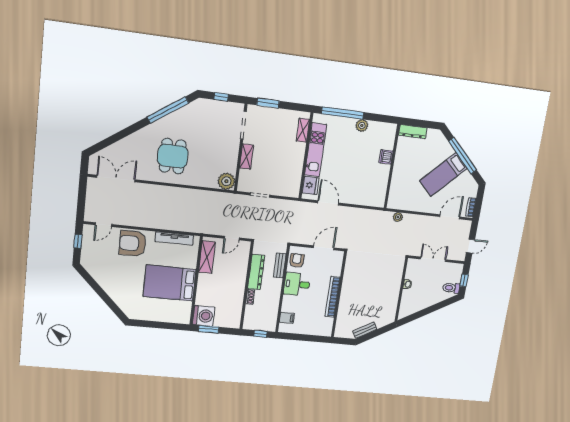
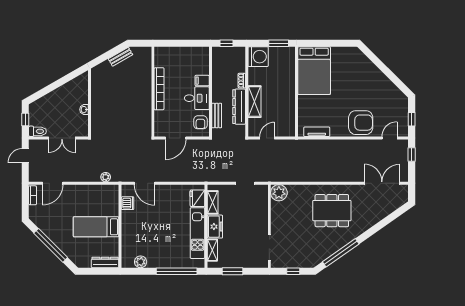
window: (268, 103) -> (233, 271), moved
plant: (362, 125) -> (141, 262), moved
freezer: (297, 154) -> (215, 227), added
dining table: (173, 156) -> (332, 211), width x1.38
shelving: (247, 157) -> (213, 202), moved
dishwasher: (386, 157) -> (128, 203), moved
bed: (443, 175) -> (96, 227), moved, turned -135
double door: (116, 179) -> (382, 183), swing flipped
door: (328, 203) -> (145, 183), moved
window: (81, 205) -> (412, 154), added
tv unit: (174, 238) -> (317, 132), width x0.71
shelving: (207, 257) -> (254, 102), moved
bed: (170, 283) -> (314, 71), moved, turned 90
toilet: (451, 288) -> (37, 131), moved
washing machine: (204, 316) -> (258, 57), moved, turned 180
filing cabinet: (287, 318) -> (202, 81), moved

